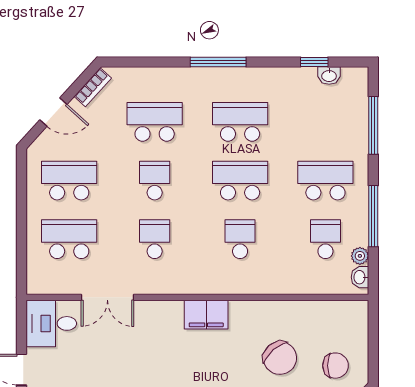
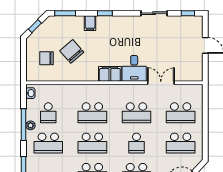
school desk: (155, 239) -> (136, 113), width x1.85
school desk: (240, 239) -> (92, 113), width x1.85
plant: (360, 256) -> (30, 125), moved
desk: (51, 323) -> (134, 68), moved, turned 90
chair: (335, 366) -> (47, 58), moved

